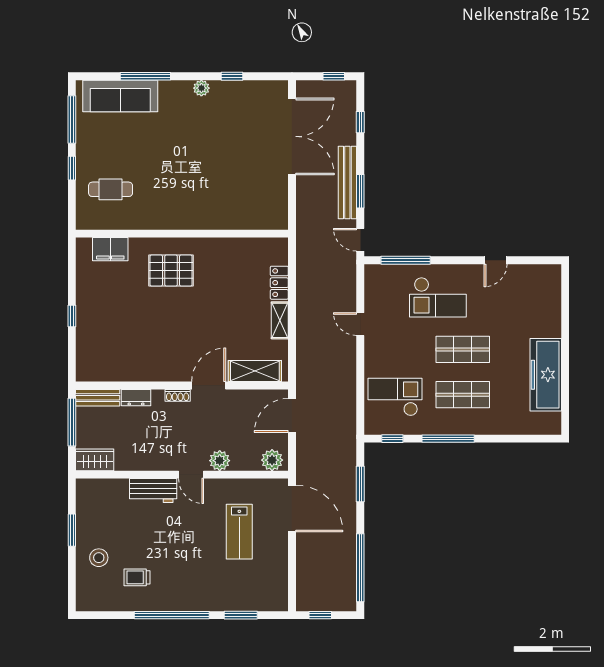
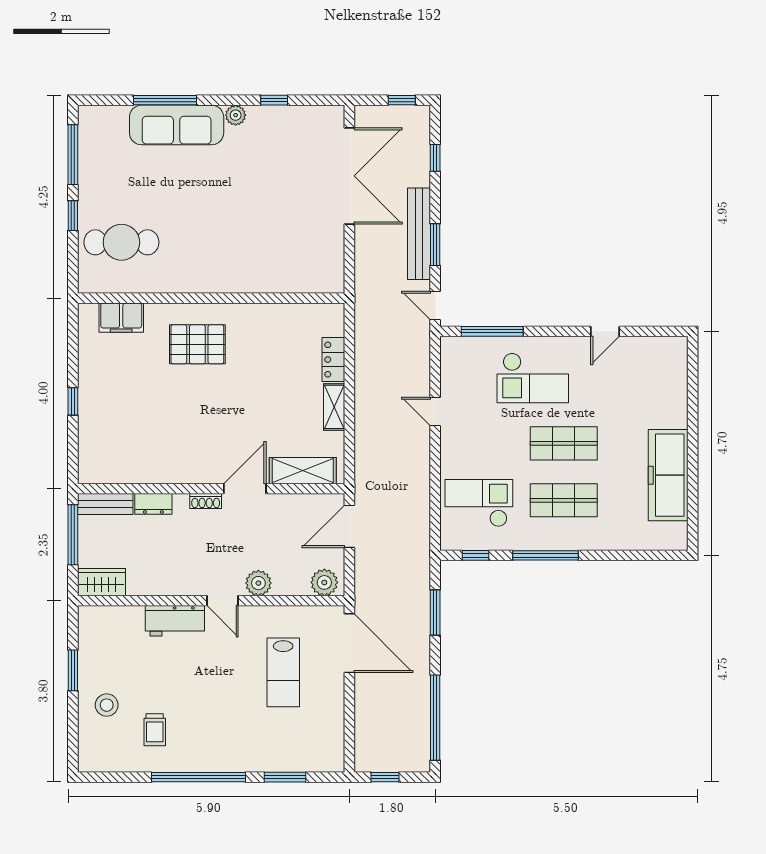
sofa: (120, 96) -> (177, 125), moved
cafe table: (111, 189) -> (121, 242), width x1.37, depth x1.35
trolley: (137, 577) -> (155, 730), turned -90

